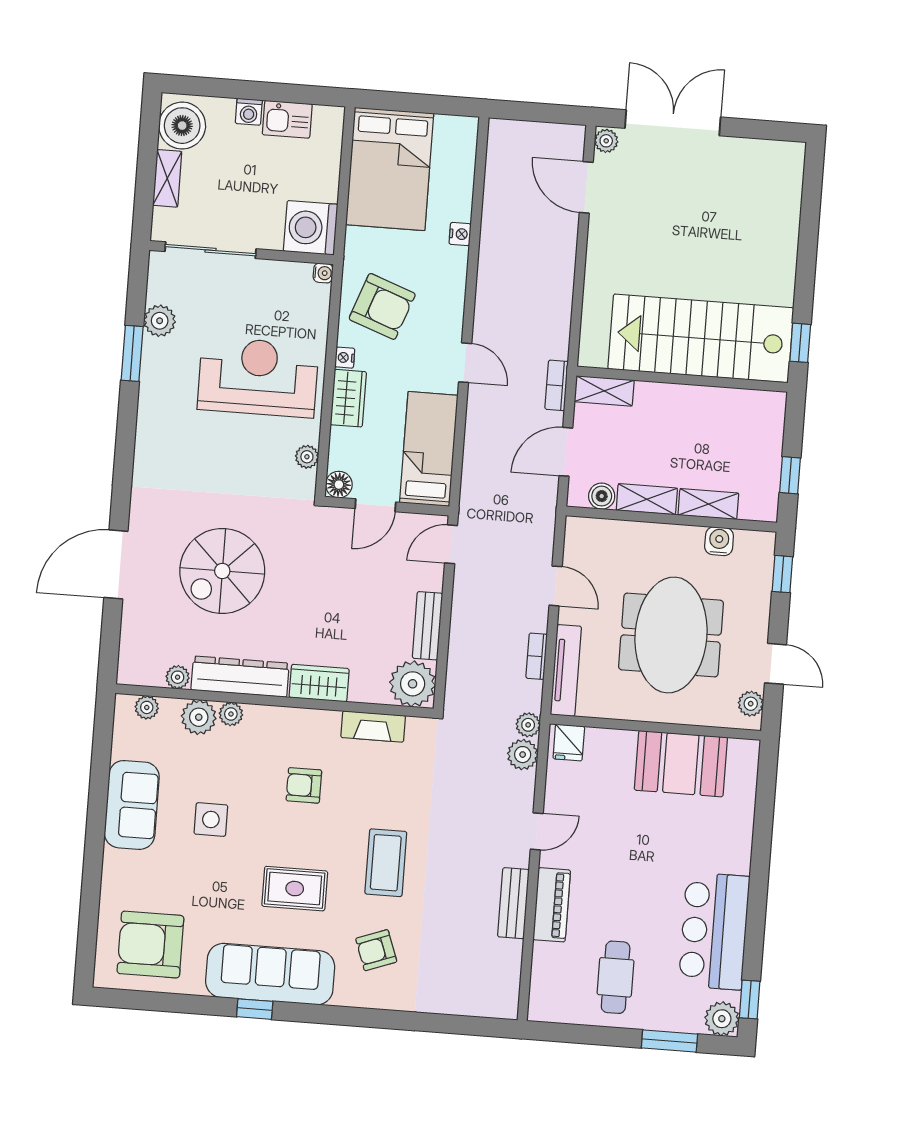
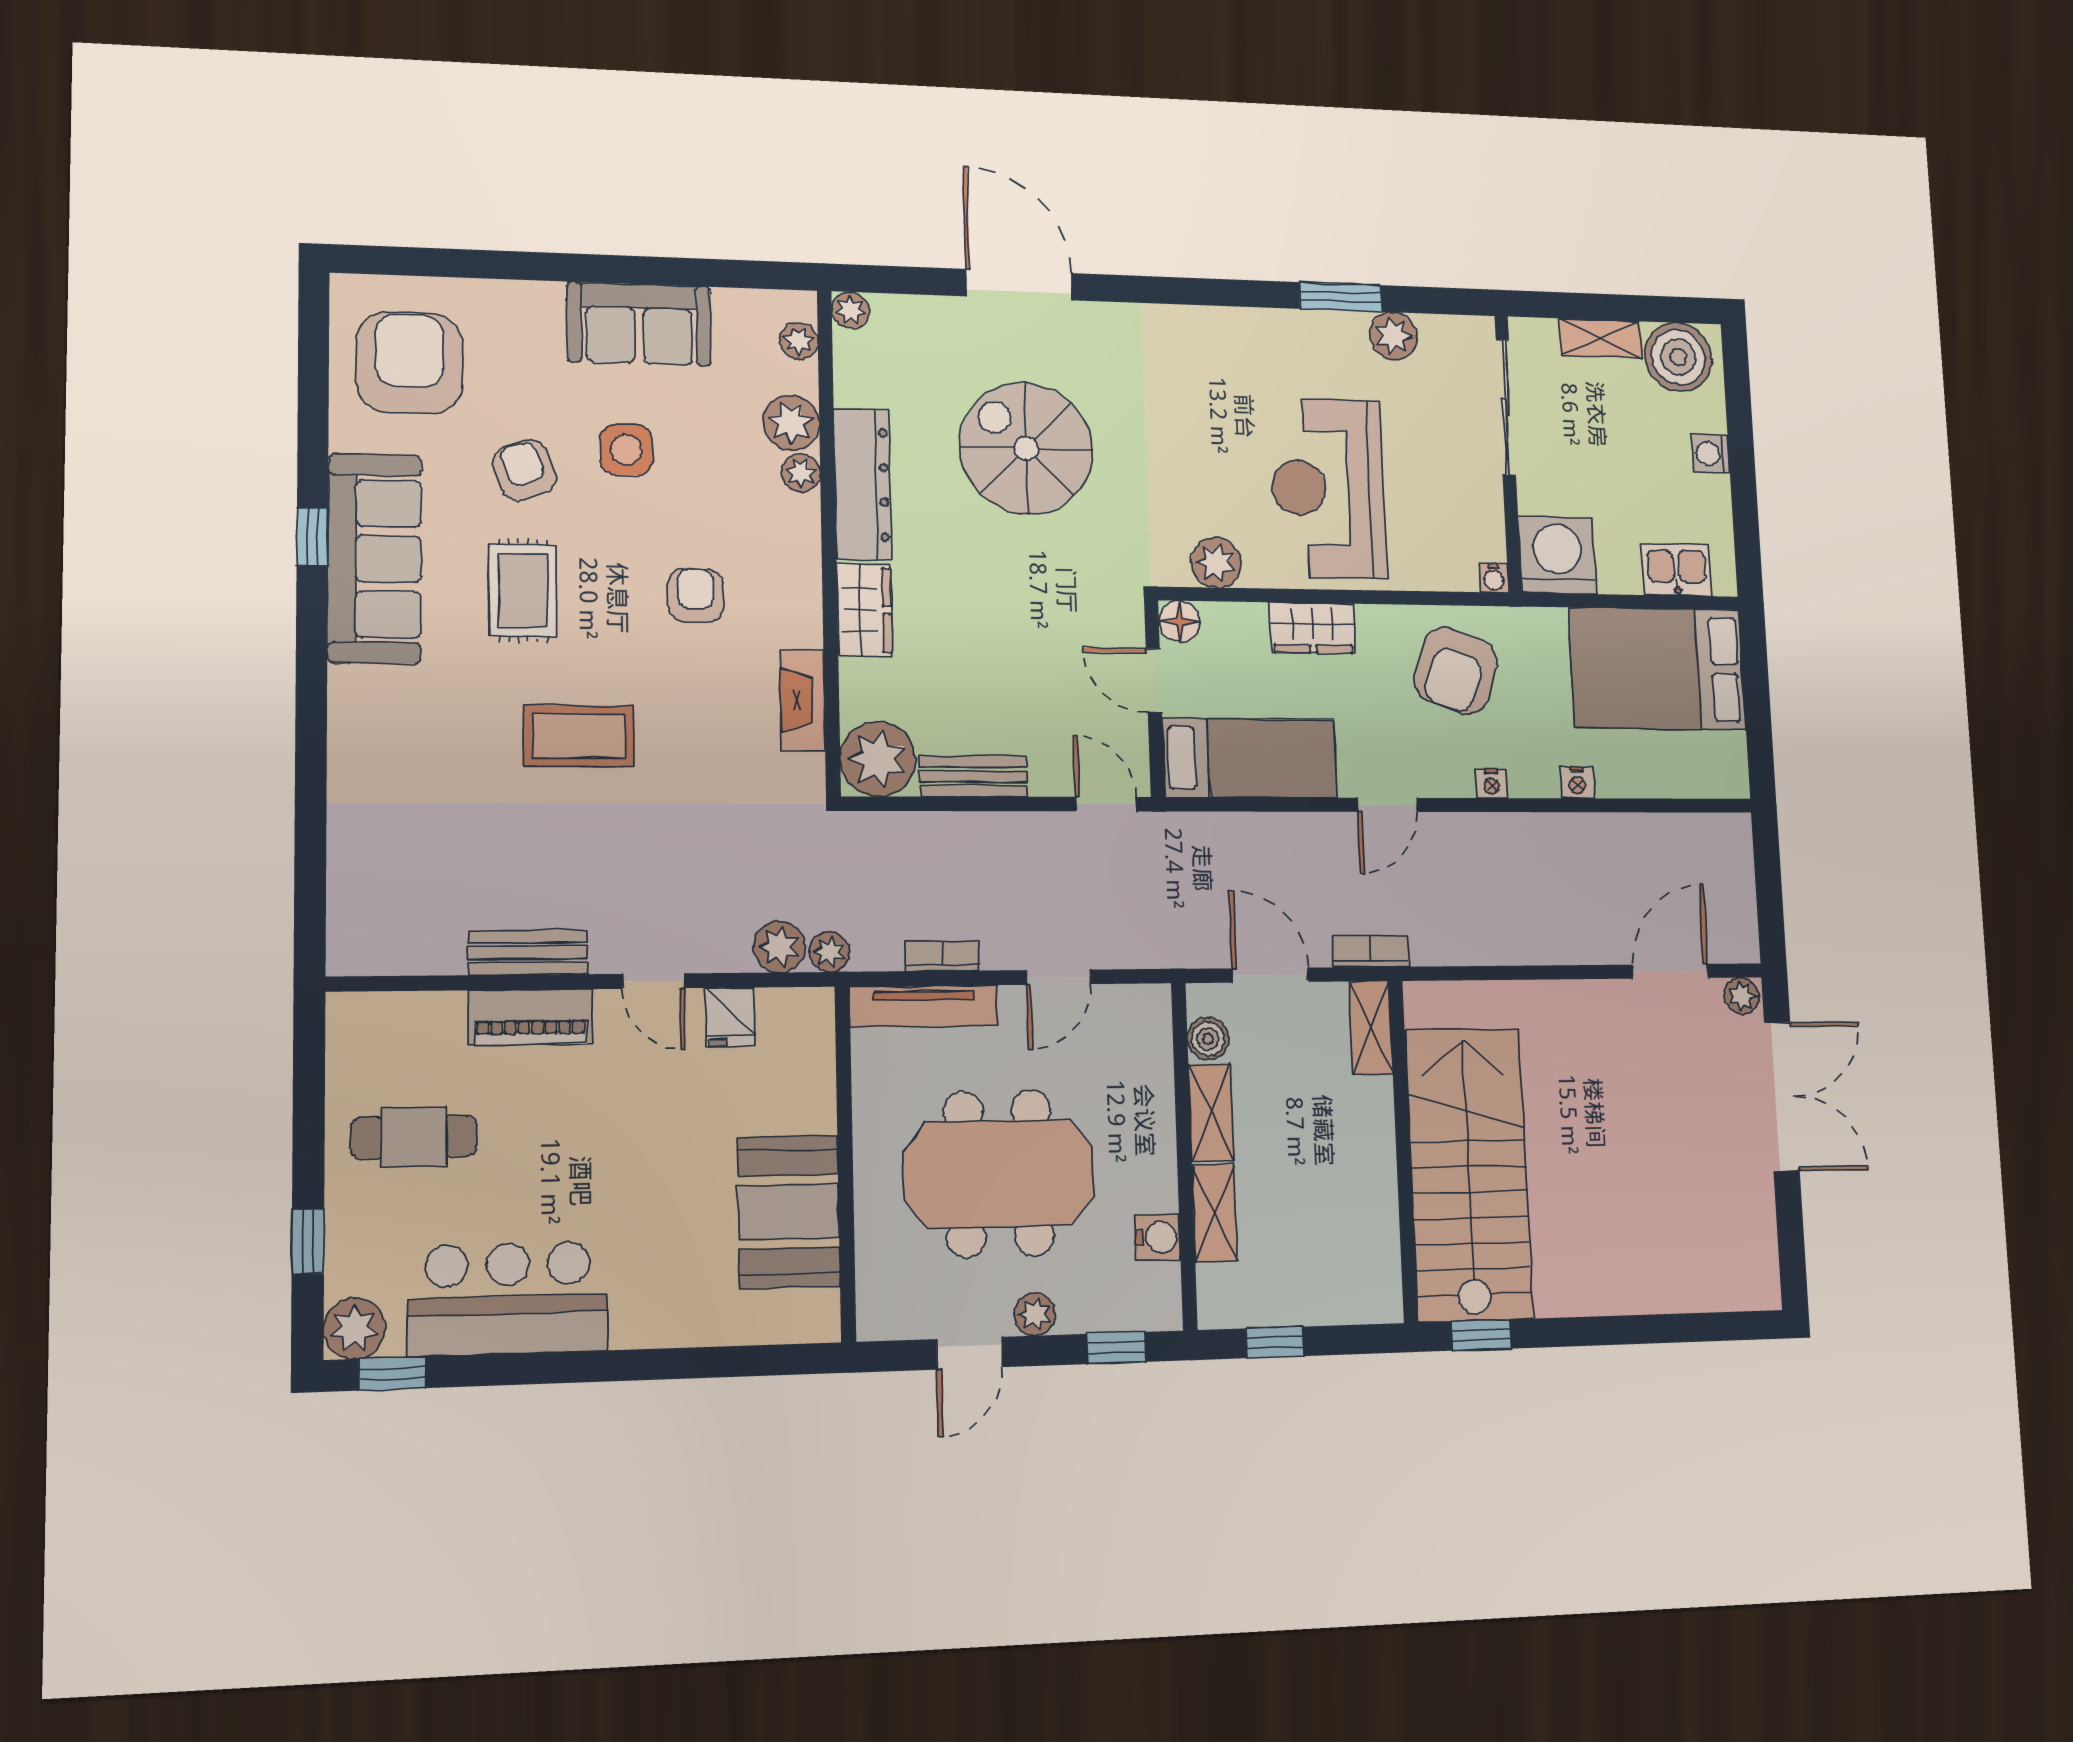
kitchen sink: (287, 119) -> (1677, 570), moved, turned 90
nightstand: (345, 358) -> (1492, 784), moved, turned 180
reception desk: (258, 377) -> (1328, 488), turned 180
plant: (307, 457) -> (1216, 563), width x1.38, depth x1.38
plant: (178, 677) -> (850, 310), moved
plant: (751, 704) -> (1035, 1314), moved
fridge: (569, 743) -> (730, 1017), moved, turned -90
armchair: (376, 950) -> (524, 470), moved
window: (669, 1041) -> (308, 1241), width x0.67

